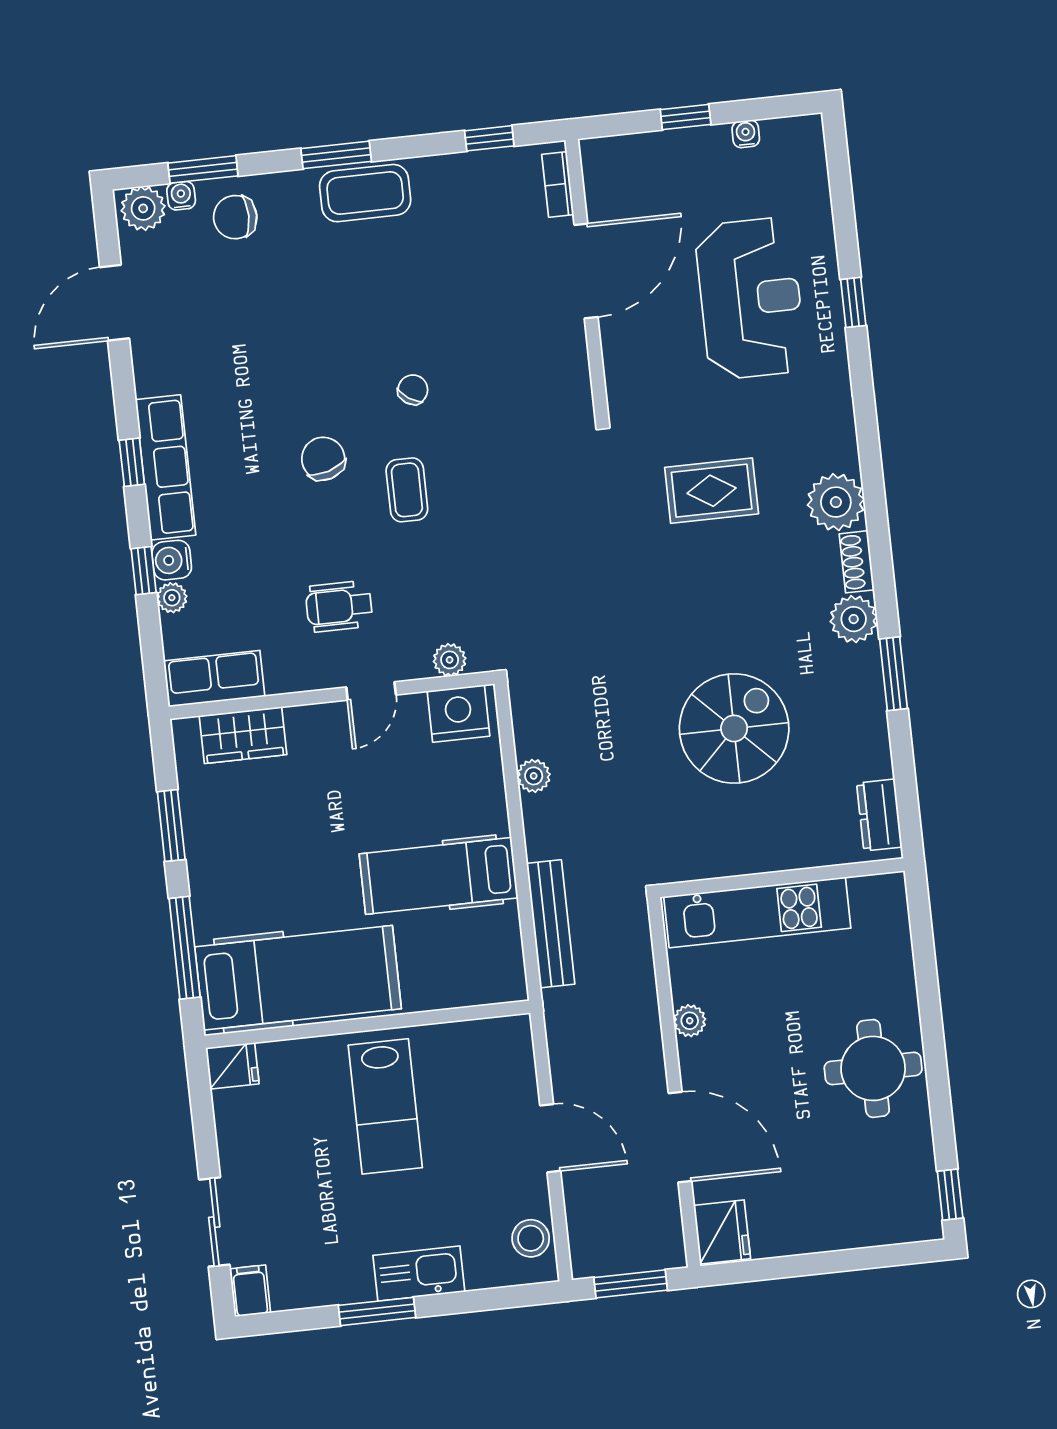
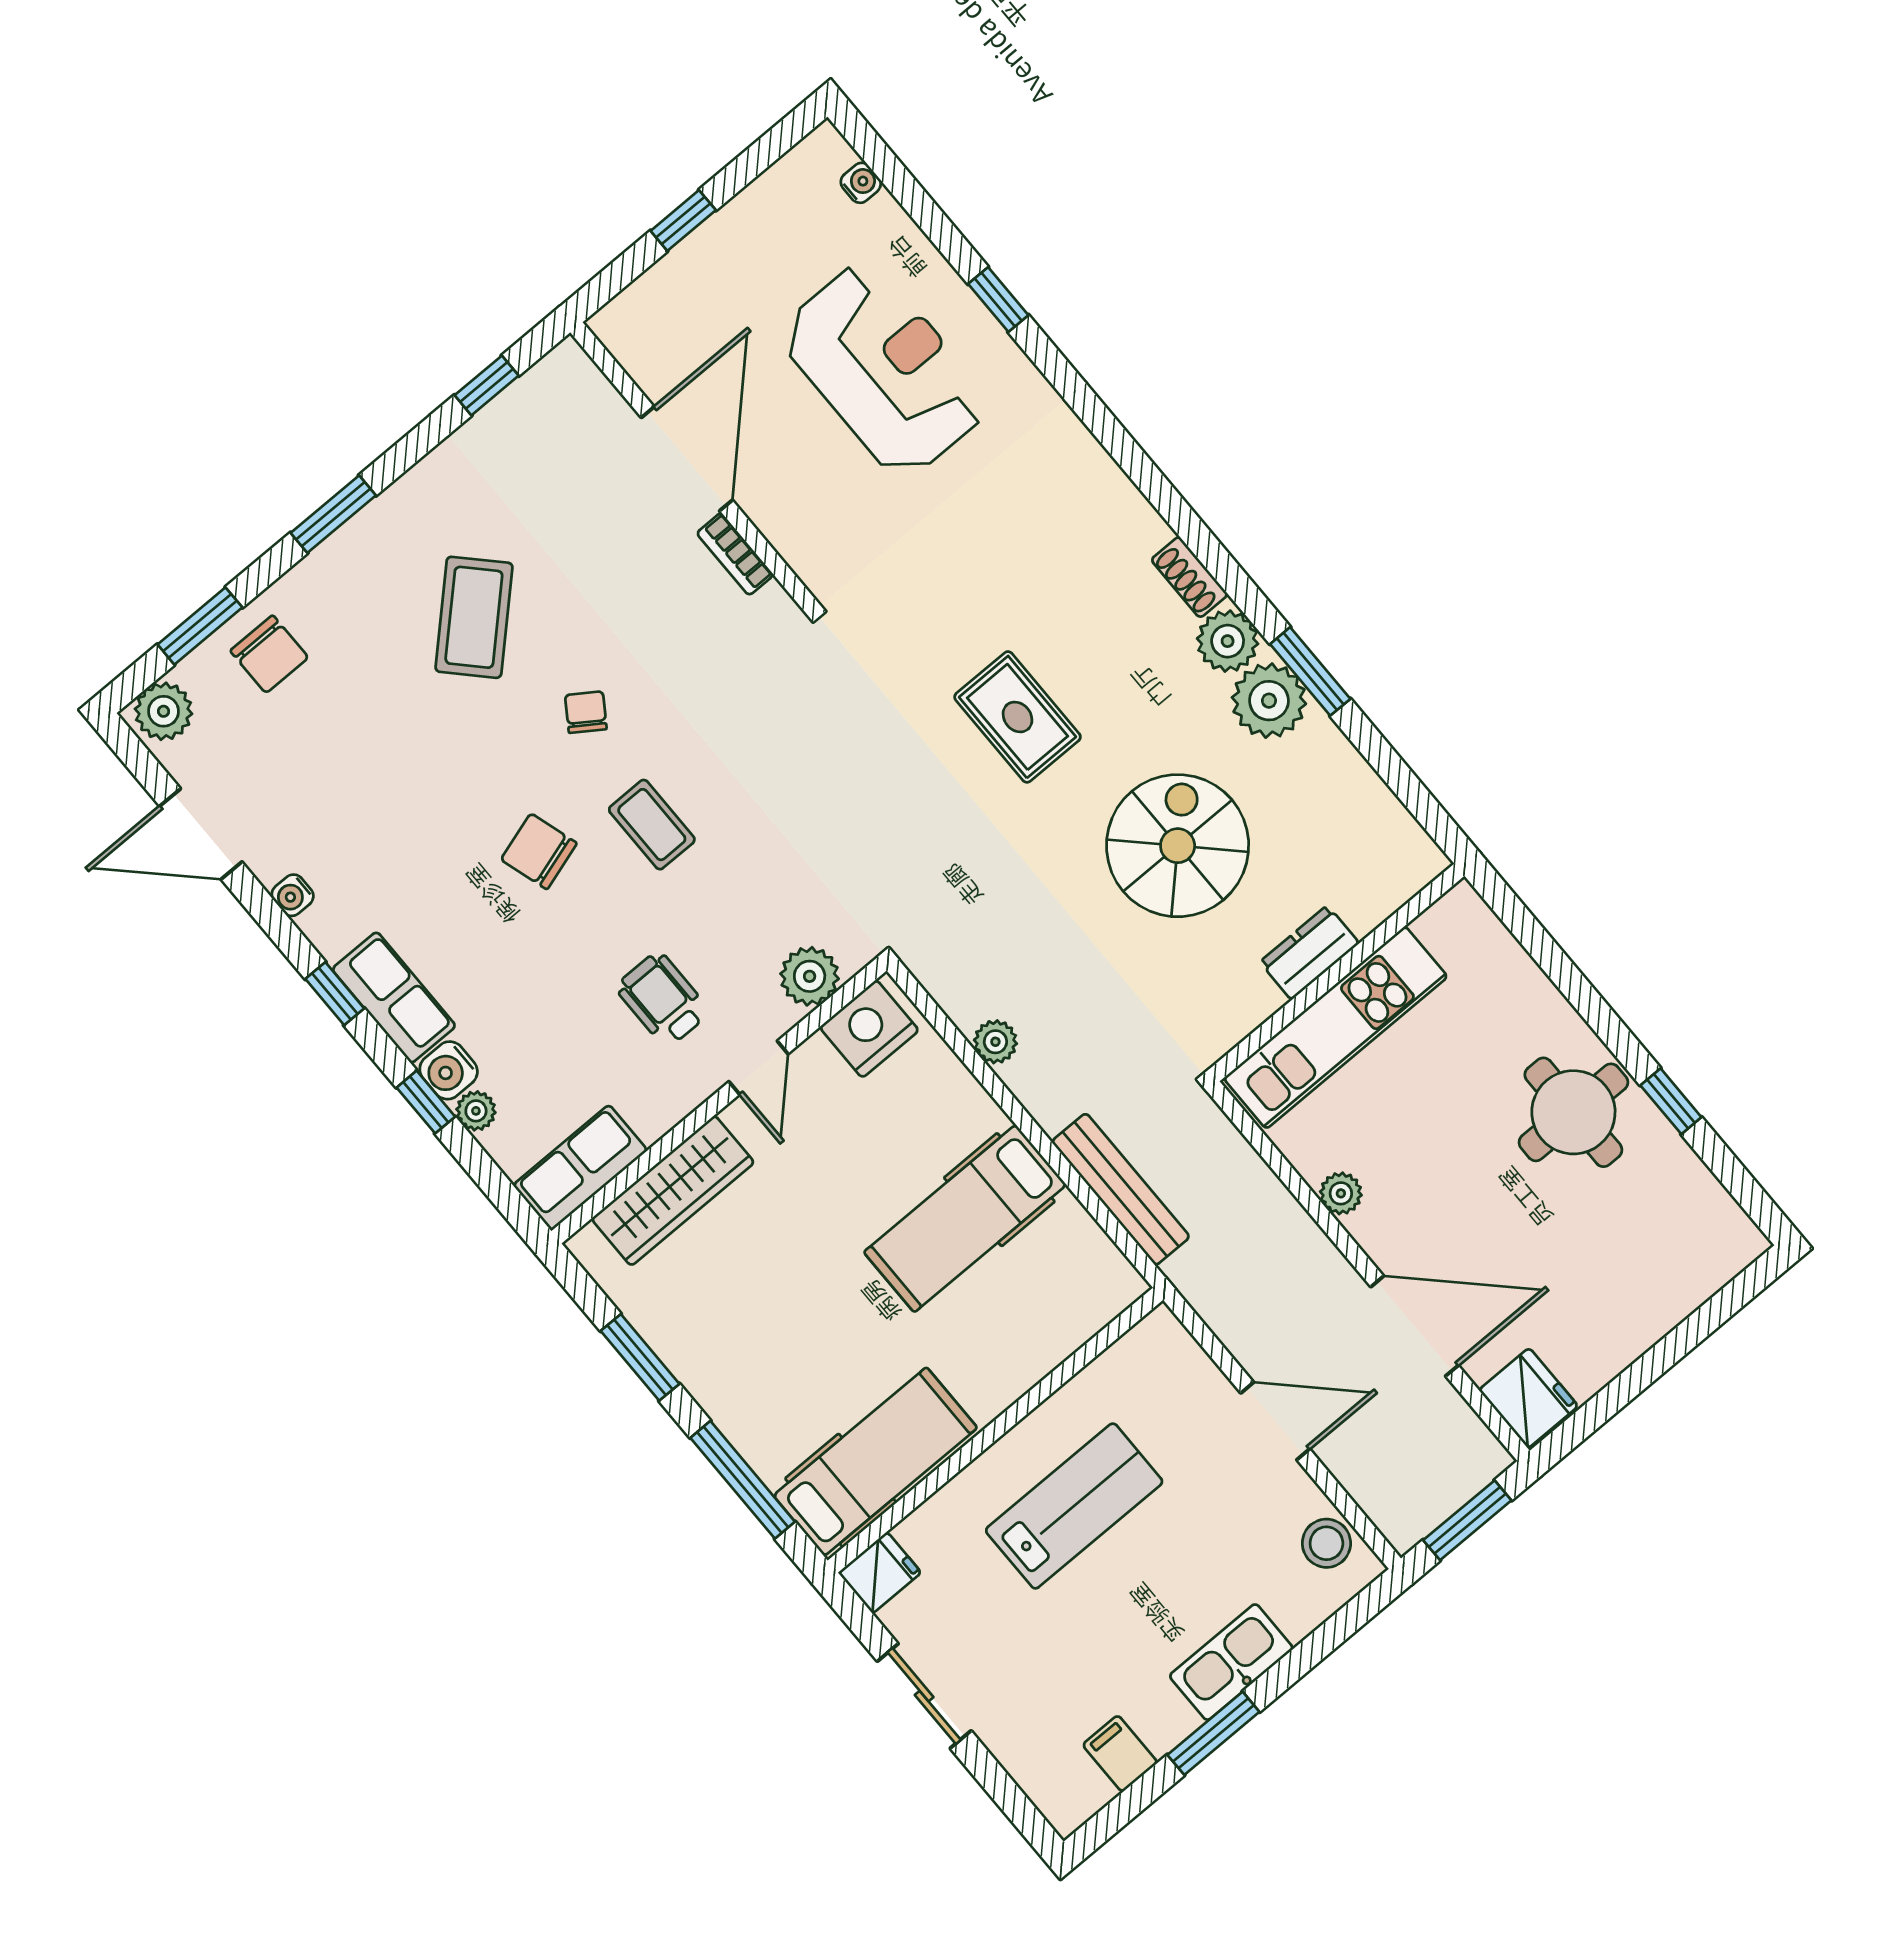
water cooler: (746, 134) -> (861, 183), moved, turned 90
bookcase: (558, 184) -> (735, 554), moved
coffee table: (365, 193) -> (474, 617), moved, turned -44
water cooler: (181, 196) -> (293, 895), moved, turned -90
chair: (235, 217) -> (269, 654), turned -90
door: (114, 303) -> (201, 834), hinge flipped
row of seats: (165, 467) -> (394, 998), width x0.68
rug: (712, 491) -> (1017, 717), moved, turned 90
plant: (836, 502) -> (1269, 701), moved
wheelchair: (339, 606) -> (663, 999), turned 90
plant: (450, 660) -> (810, 976), width x1.38, depth x1.38
wardrobe: (243, 735) -> (673, 1191), width x1.50
dresser: (879, 815) -> (1309, 953), moved, turned 90
hospital bed: (298, 978) -> (875, 1462), width x0.73, depth x0.78
lab bench: (385, 1106) -> (1074, 1506), turned -90
window: (950, 1195) -> (1671, 1101), moved
sliding door: (214, 1222) -> (924, 1696), moved
filing cabinet: (250, 1291) -> (1120, 1754), moved

